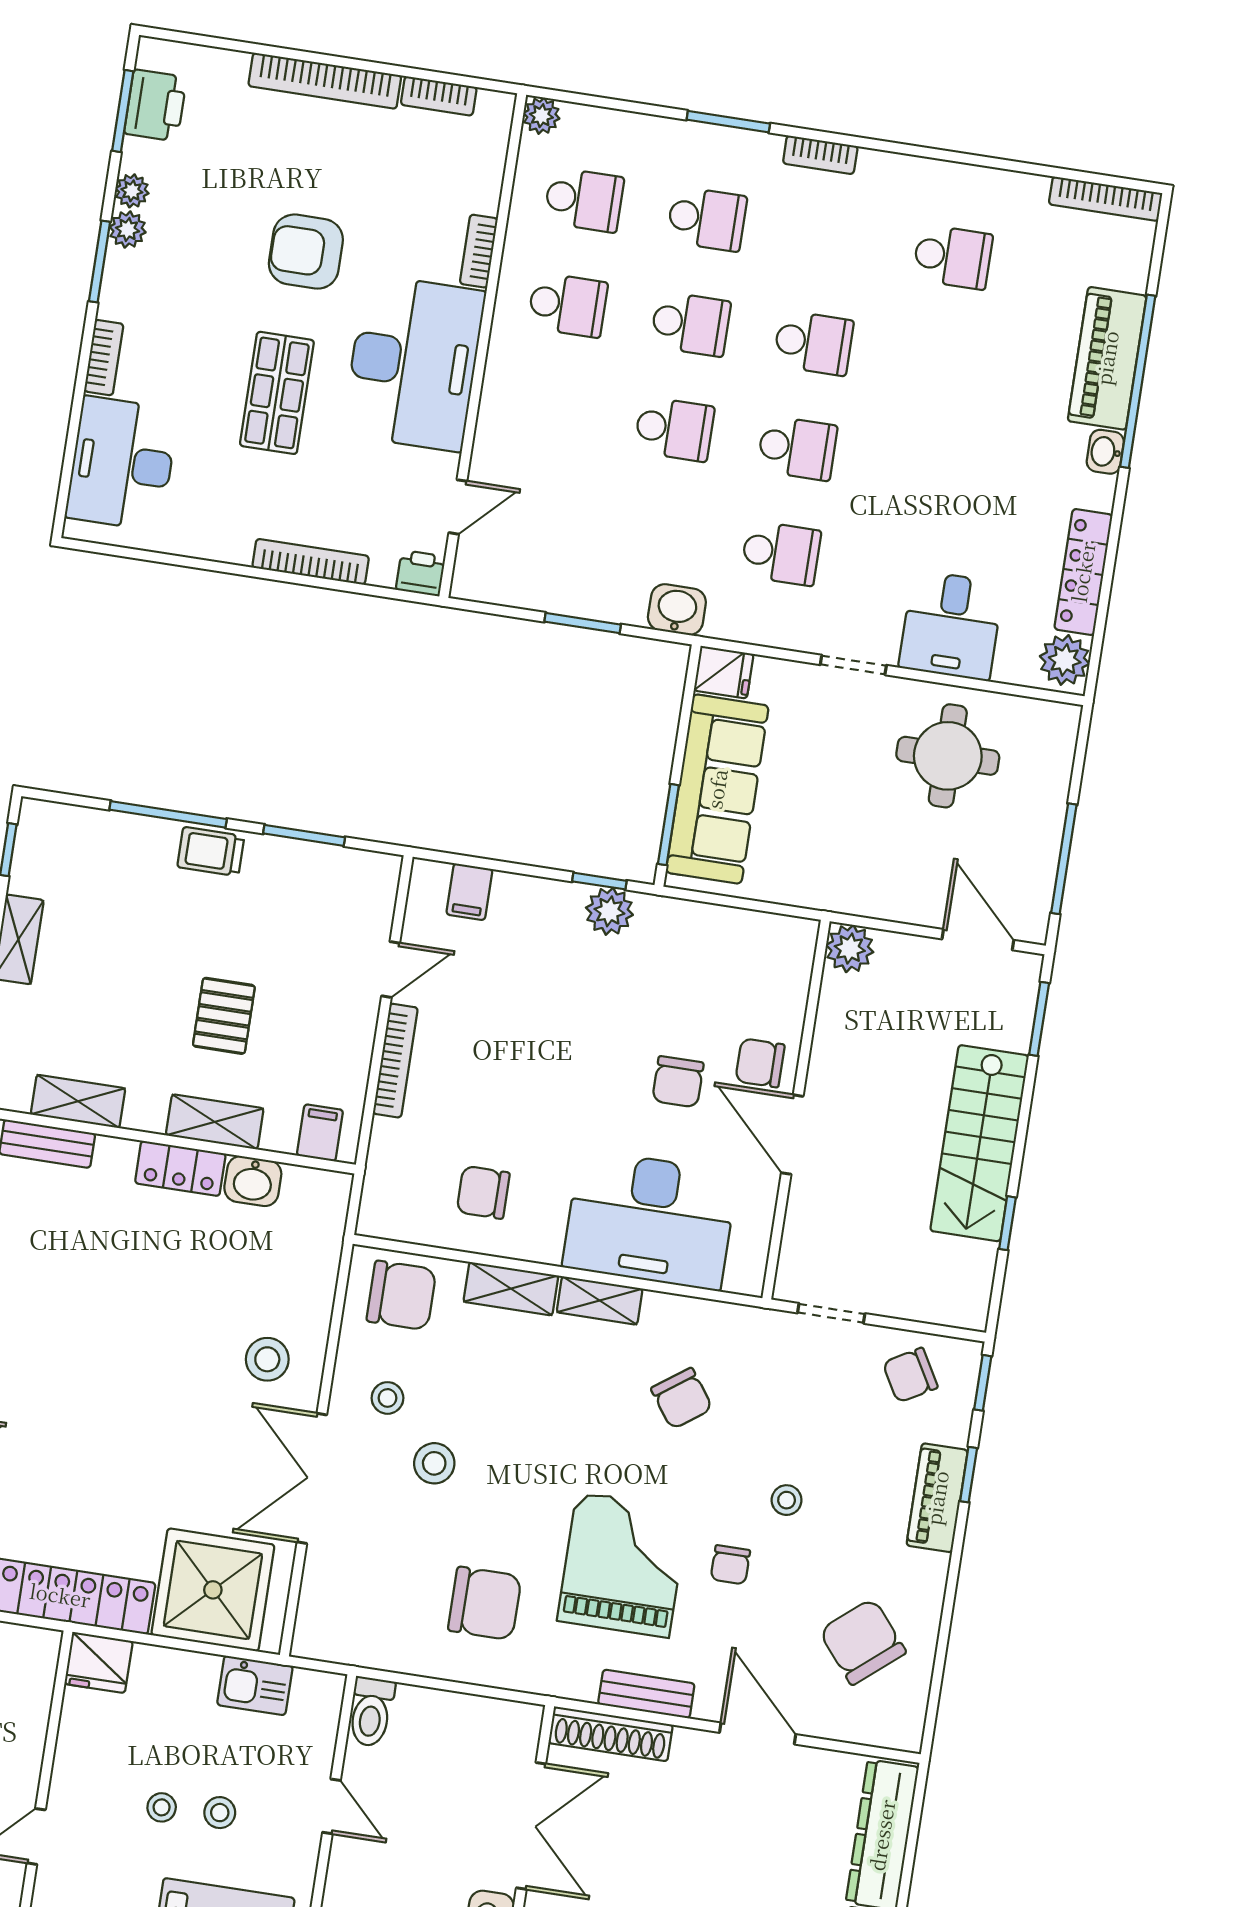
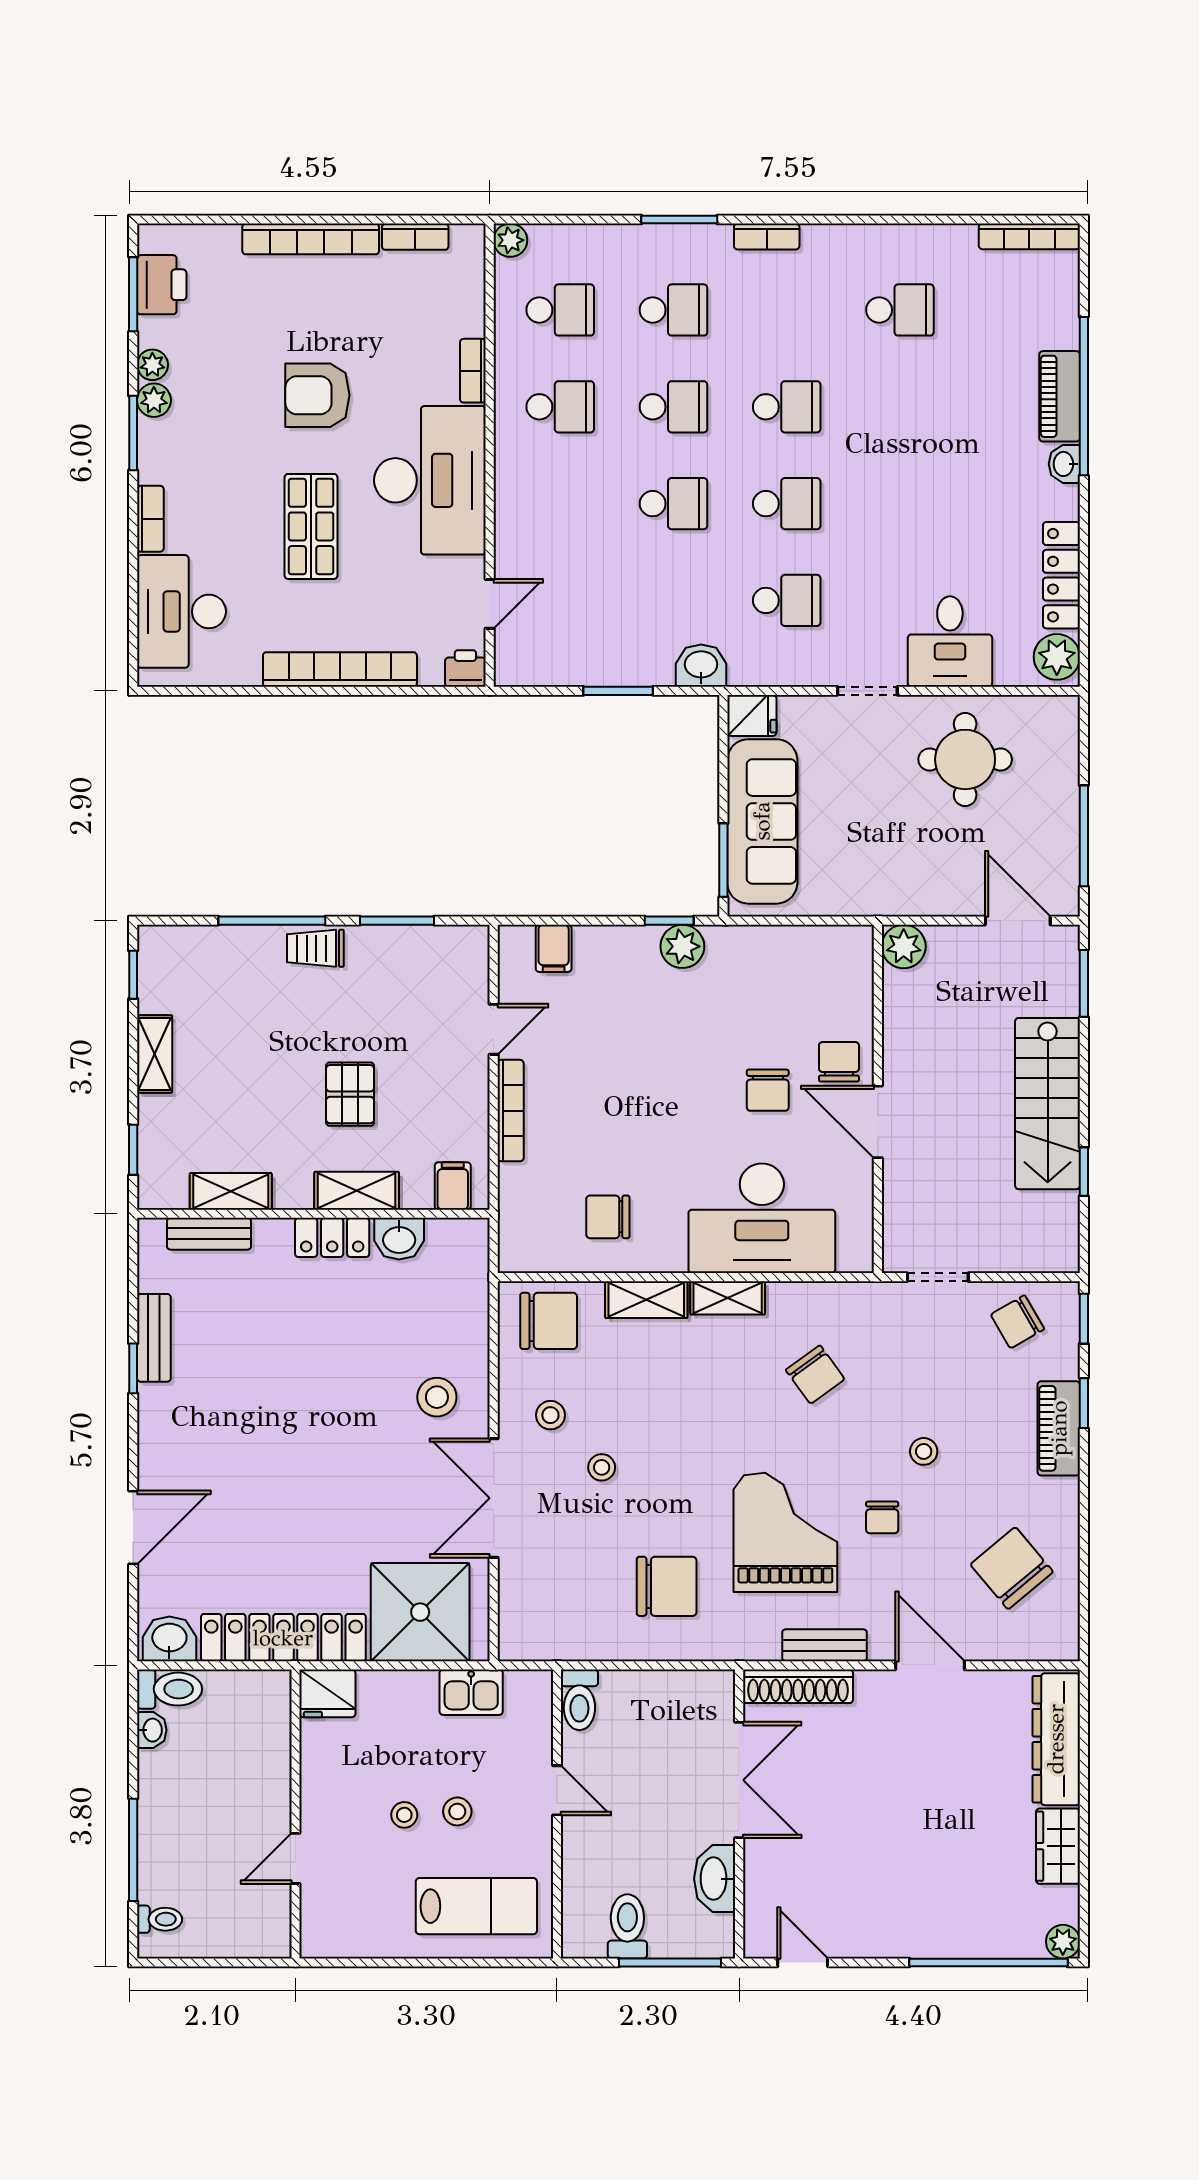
piano: (1107, 358) -> (1060, 396), width x0.73, depth x0.75
bookcase: (311, 562) -> (340, 669), width x1.48, depth x1.31
chair: (760, 1063) -> (839, 1062), turned 90
stool: (434, 1463) -> (602, 1467), width x0.73, depth x0.73

